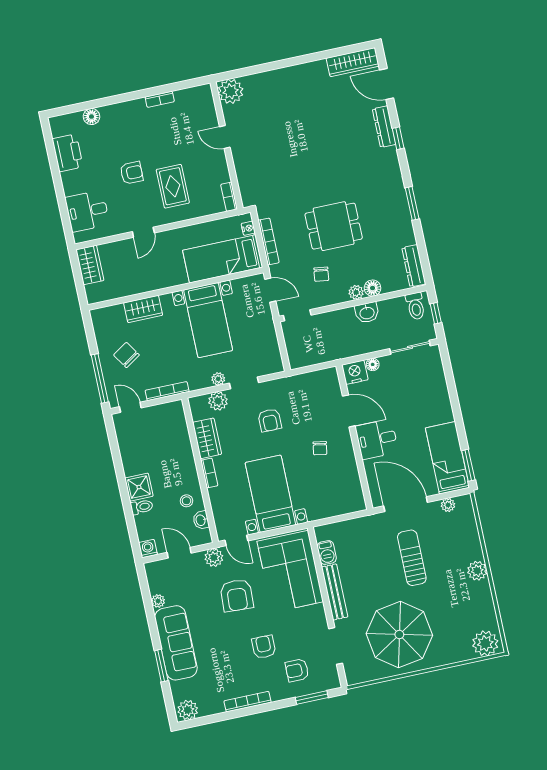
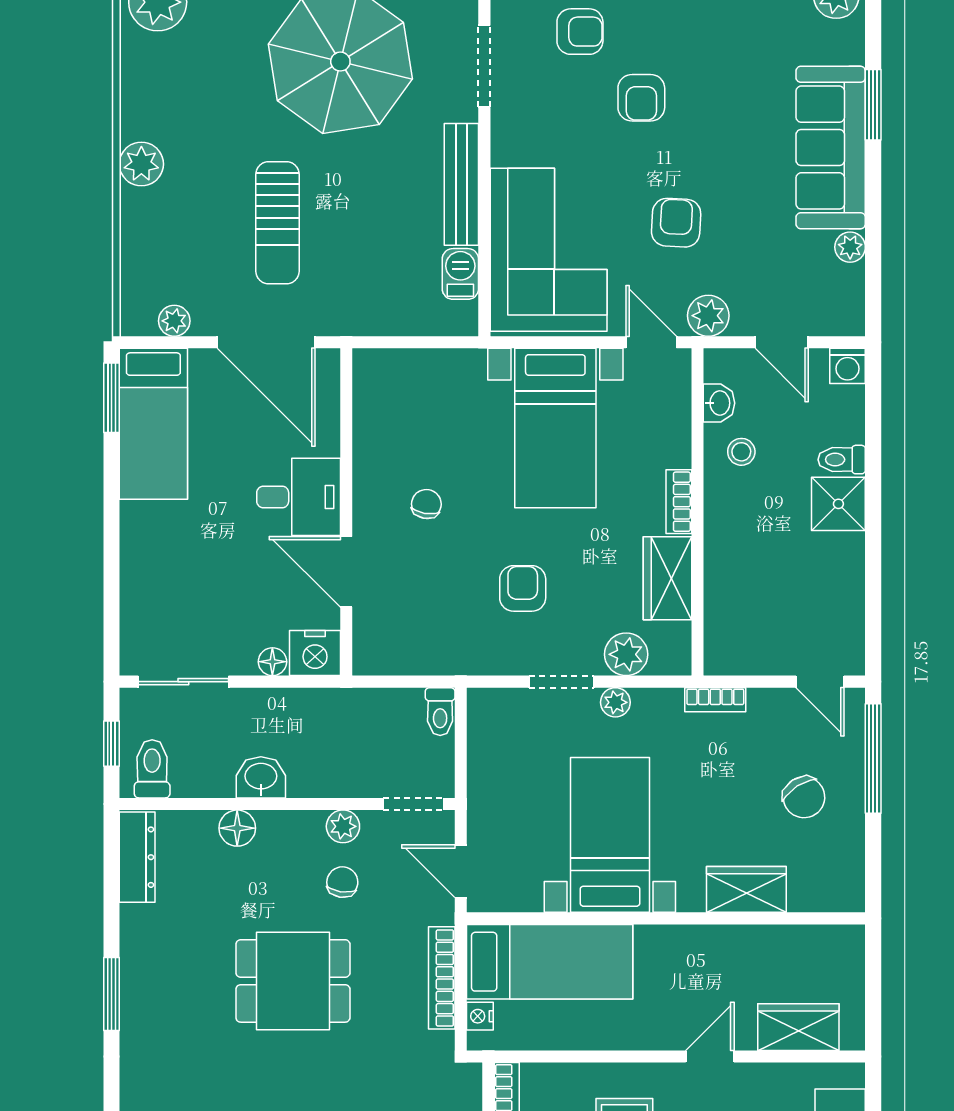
wardrobe: (90, 265) -> (798, 1027), moved, turned 90
plant: (356, 292) -> (343, 826), moved
toilet: (294, 358) -> (440, 712), added
bookcase: (167, 391) -> (715, 700), width x0.64
armchair: (237, 595) -> (676, 223), width x0.72, depth x0.72

